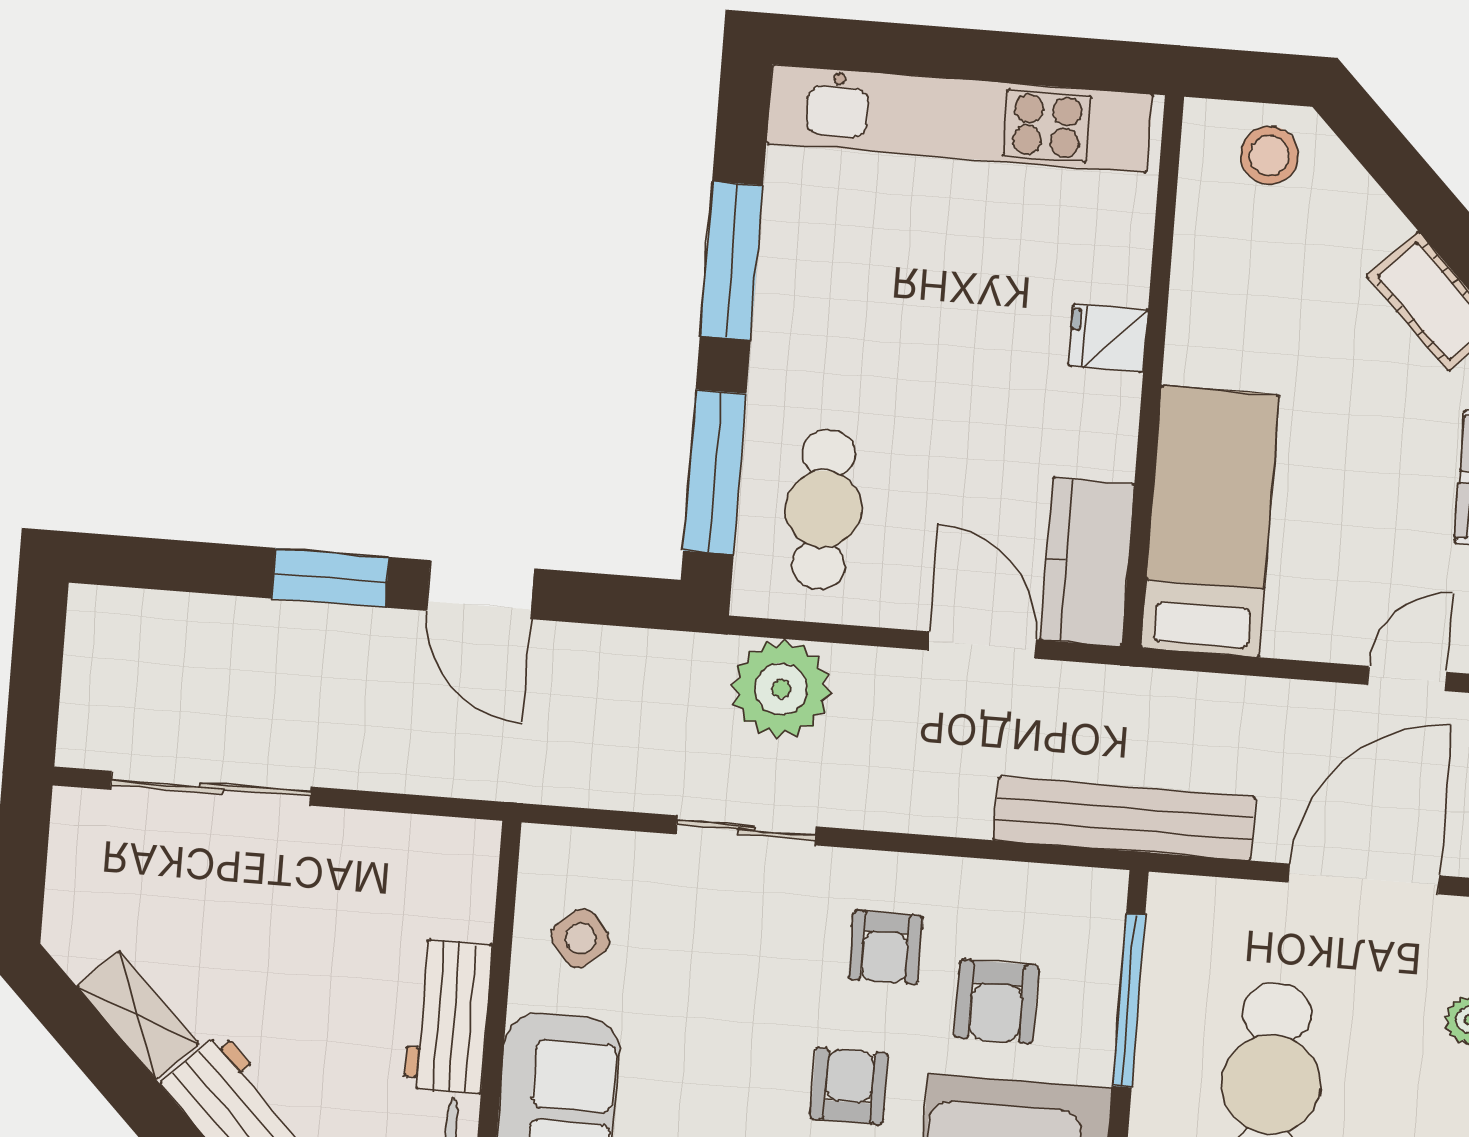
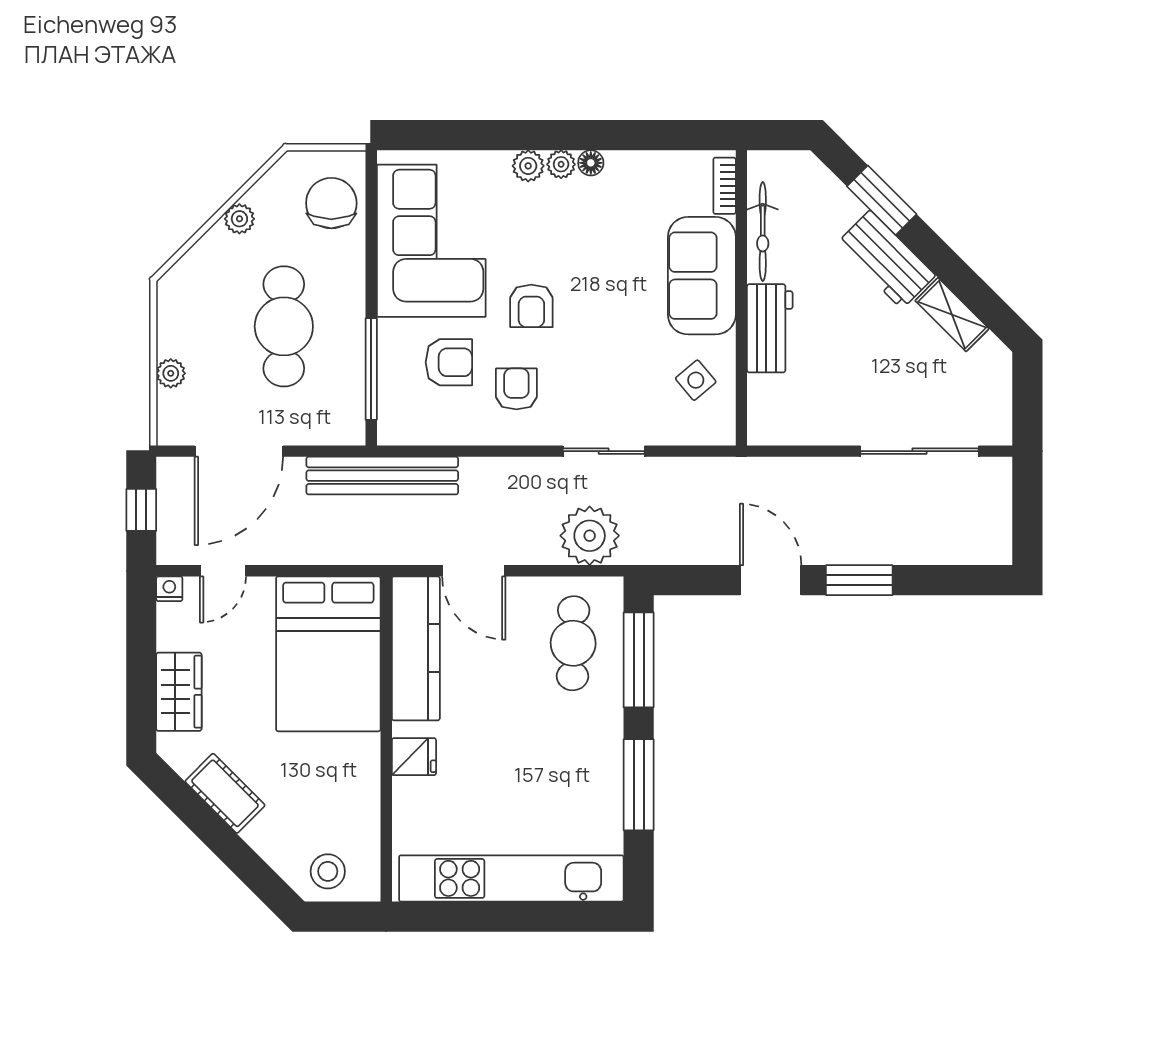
bed: (1210, 521) -> (328, 654), width x1.50
kitchen counter: (1087, 562) -> (416, 648), width x1.50
armchair: (996, 1002) -> (449, 362), turned 90

